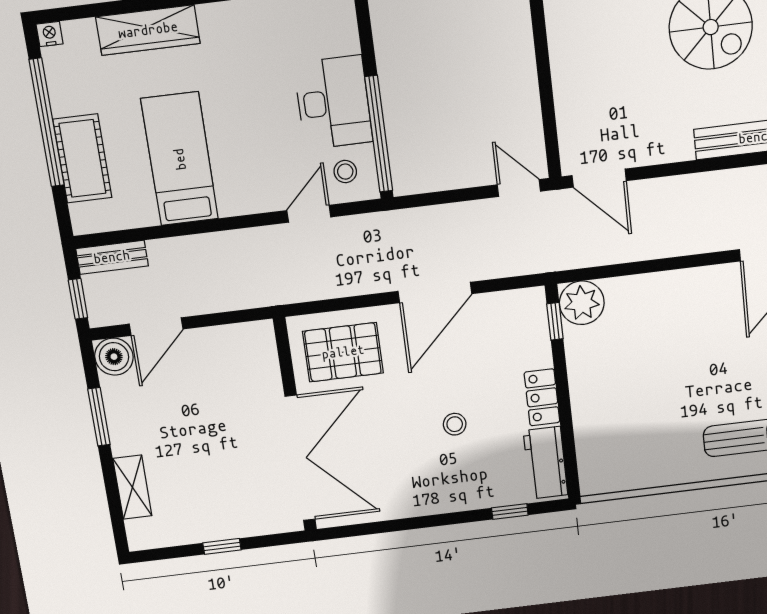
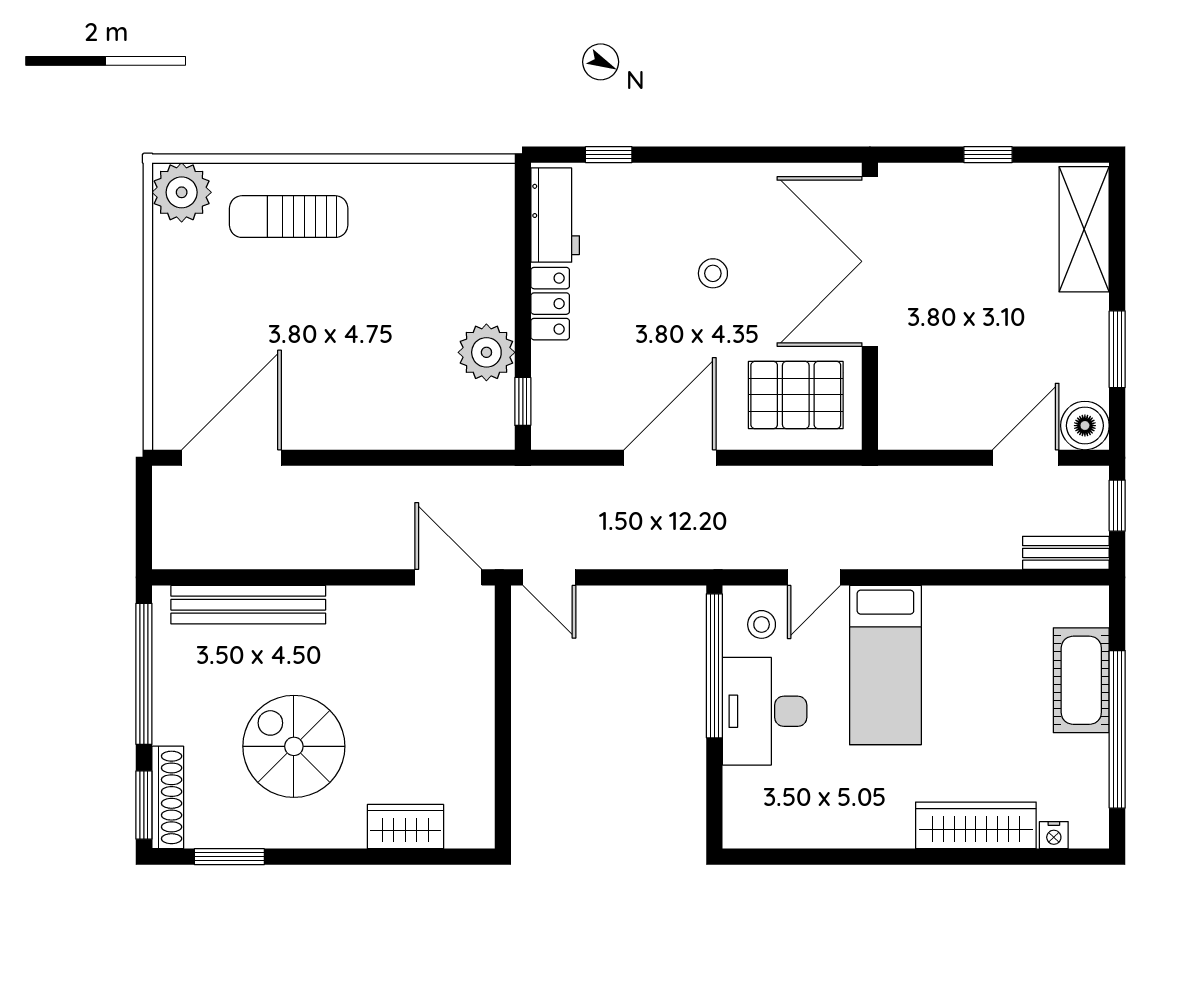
nightstand: (50, 34) -> (1054, 835), moved
bed: (180, 159) -> (885, 665), moved
plant: (582, 303) -> (486, 352), moved
stool: (455, 424) -> (713, 273), moved
shelving: (132, 487) -> (1084, 229), width x1.50, depth x1.33

